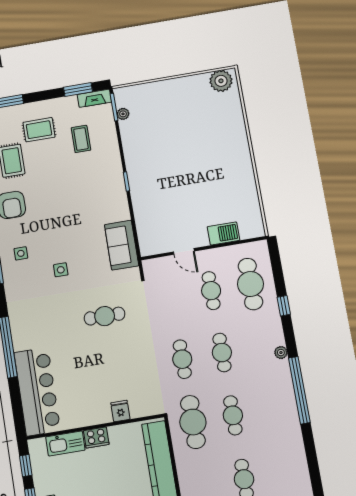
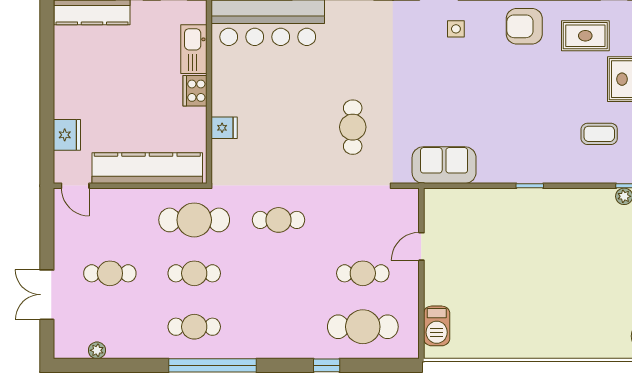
barbecue: (223, 233) -> (437, 326), moved
side table: (61, 270) -> (425, 79), removed
cafe table: (222, 353) -> (194, 327), moved
plant: (281, 353) -> (97, 350), moved

